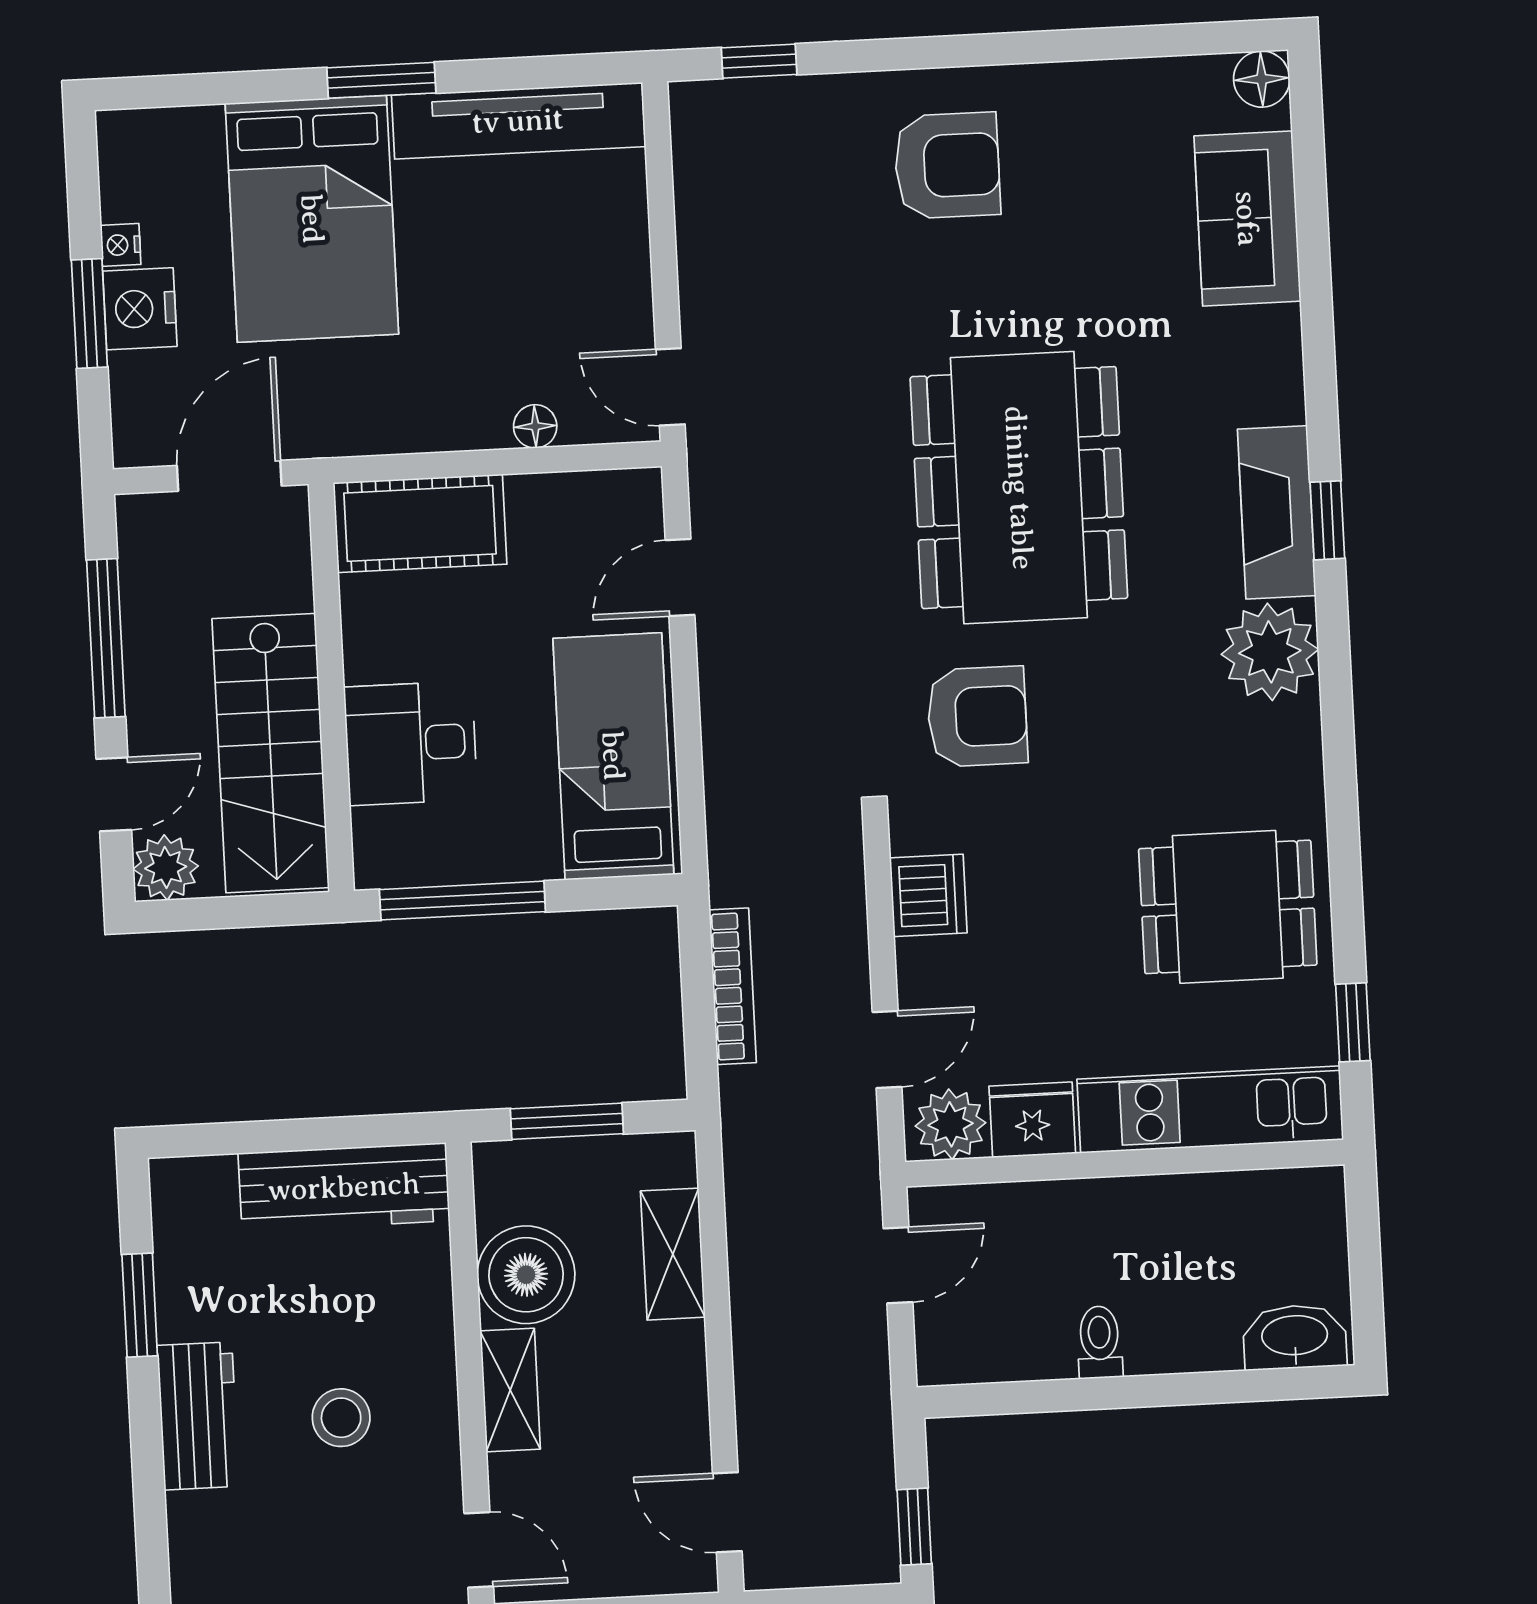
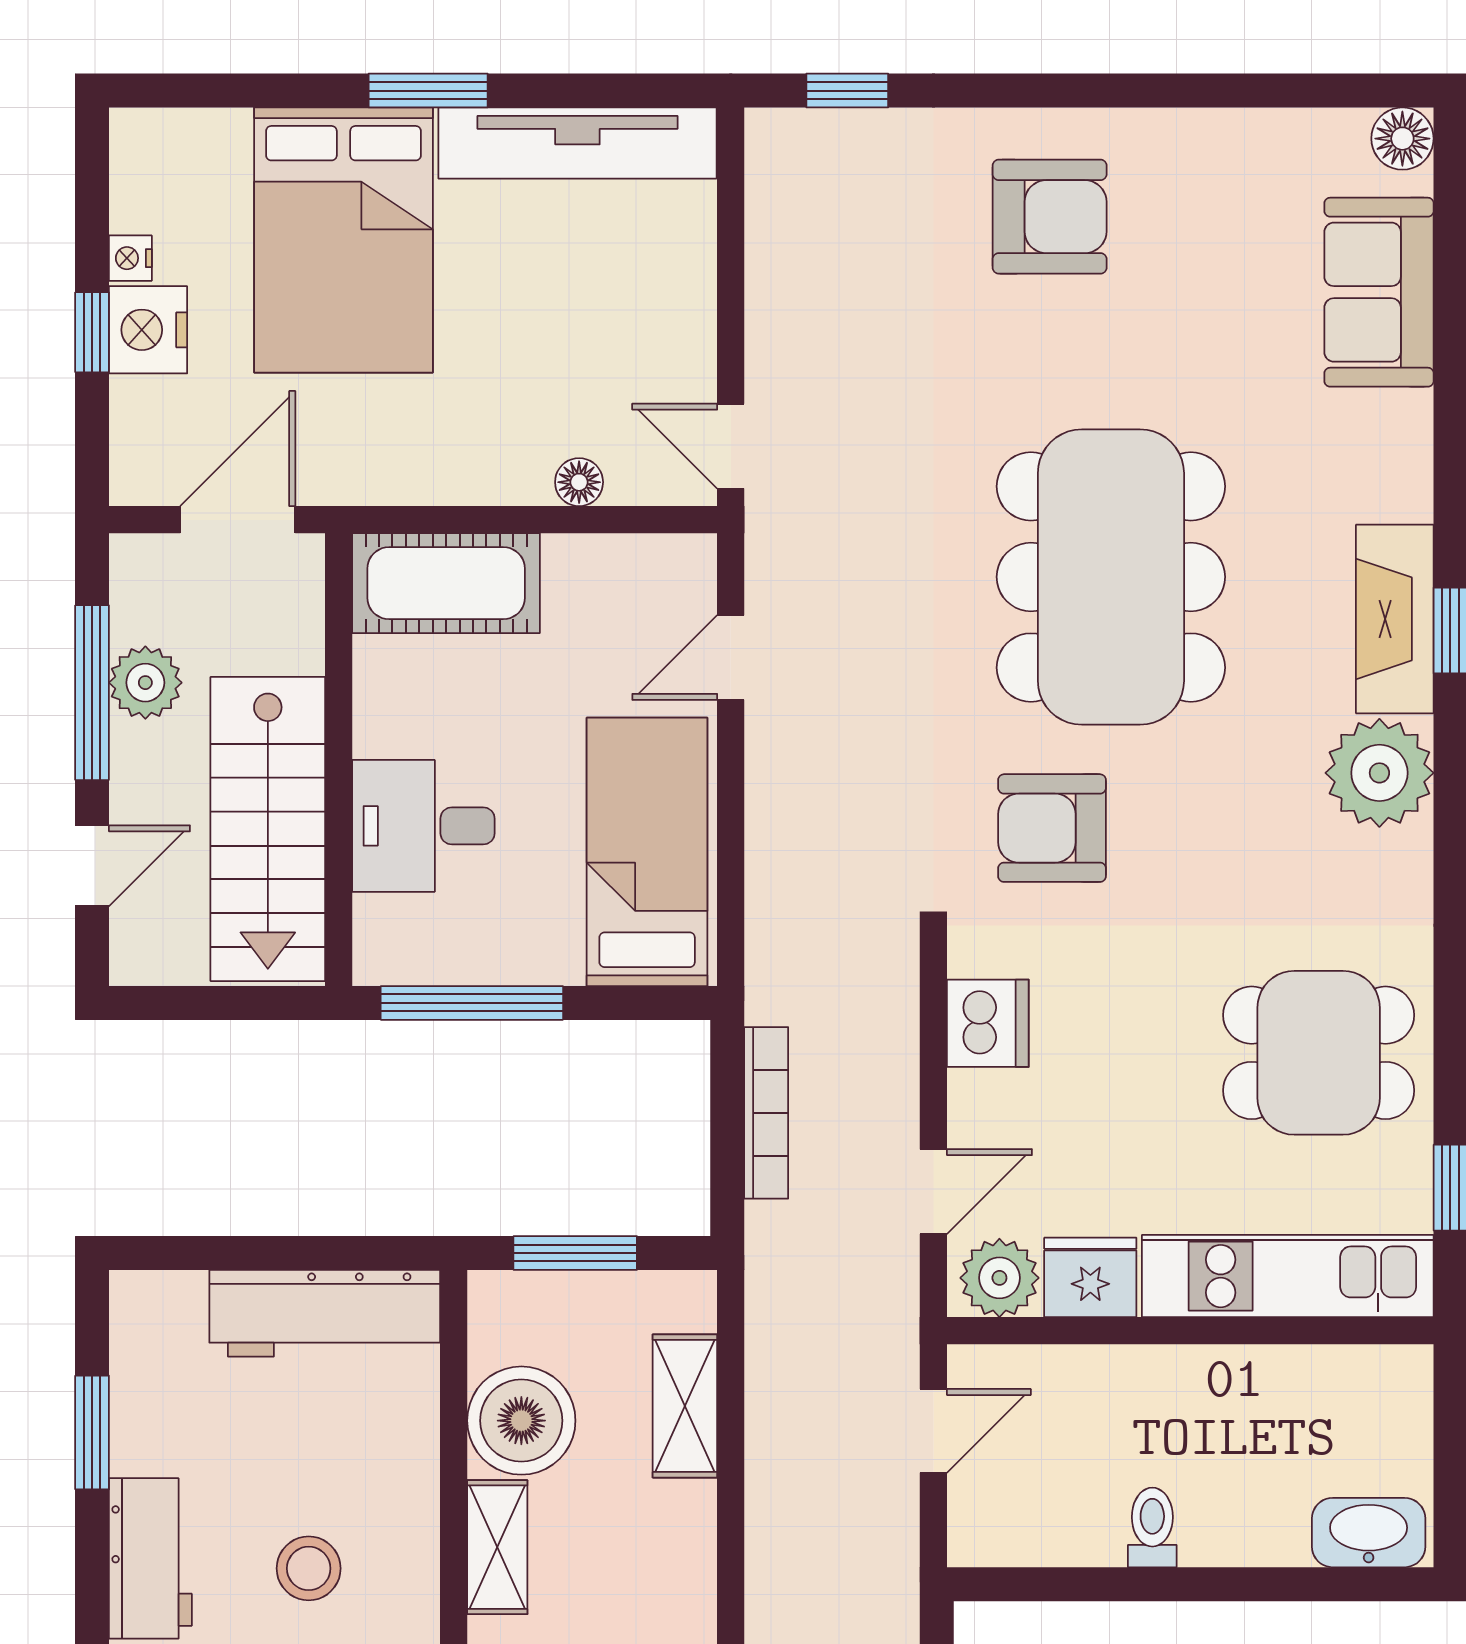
window: (89, 313) -> (92, 332), width x0.67
armchair: (977, 717) -> (1052, 828), turned 180
plant: (166, 867) -> (145, 683), moved

